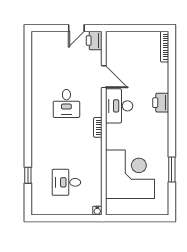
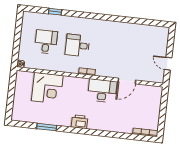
printer: (94, 41) -> (157, 77), removed
desk: (66, 103) -> (77, 45), moved
printer: (161, 103) -> (79, 122), moved
corner desk: (130, 174) -> (47, 88), width x0.74, depth x0.74

